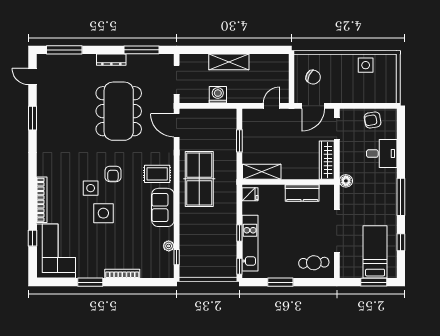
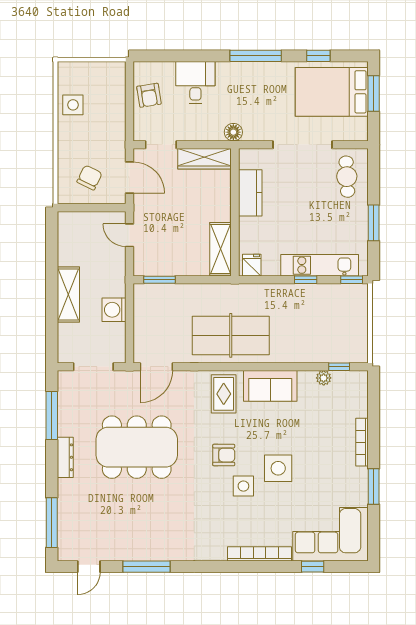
window: (32, 118) -> (146, 567), width x1.44
window: (239, 141) -> (160, 280), moved
bed: (375, 252) -> (332, 92), width x1.50

